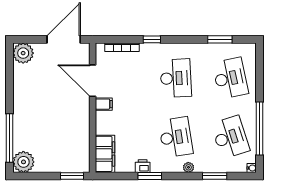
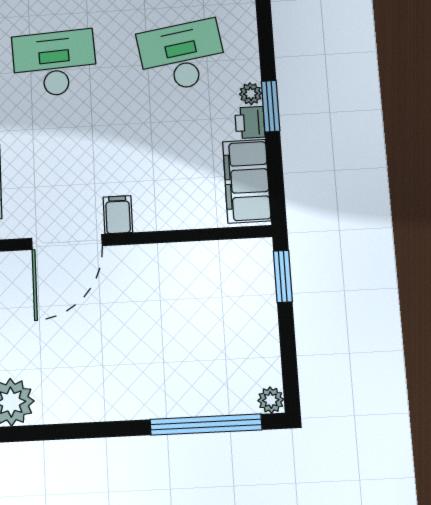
filing cabinet: (105, 154) -> (247, 181), moved, turned -90
plant: (23, 162) -> (271, 400), width x0.53, depth x0.53
plant: (188, 167) -> (251, 94), moved

